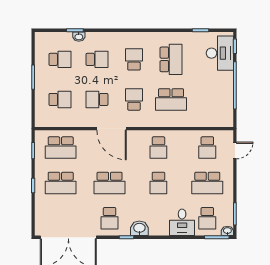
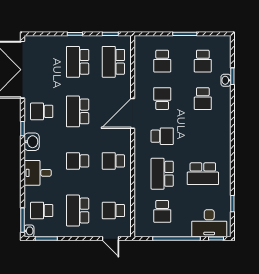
school desk: (134, 59) -> (162, 211), moved, turned 90
desk: (182, 222) -> (38, 173), moved

